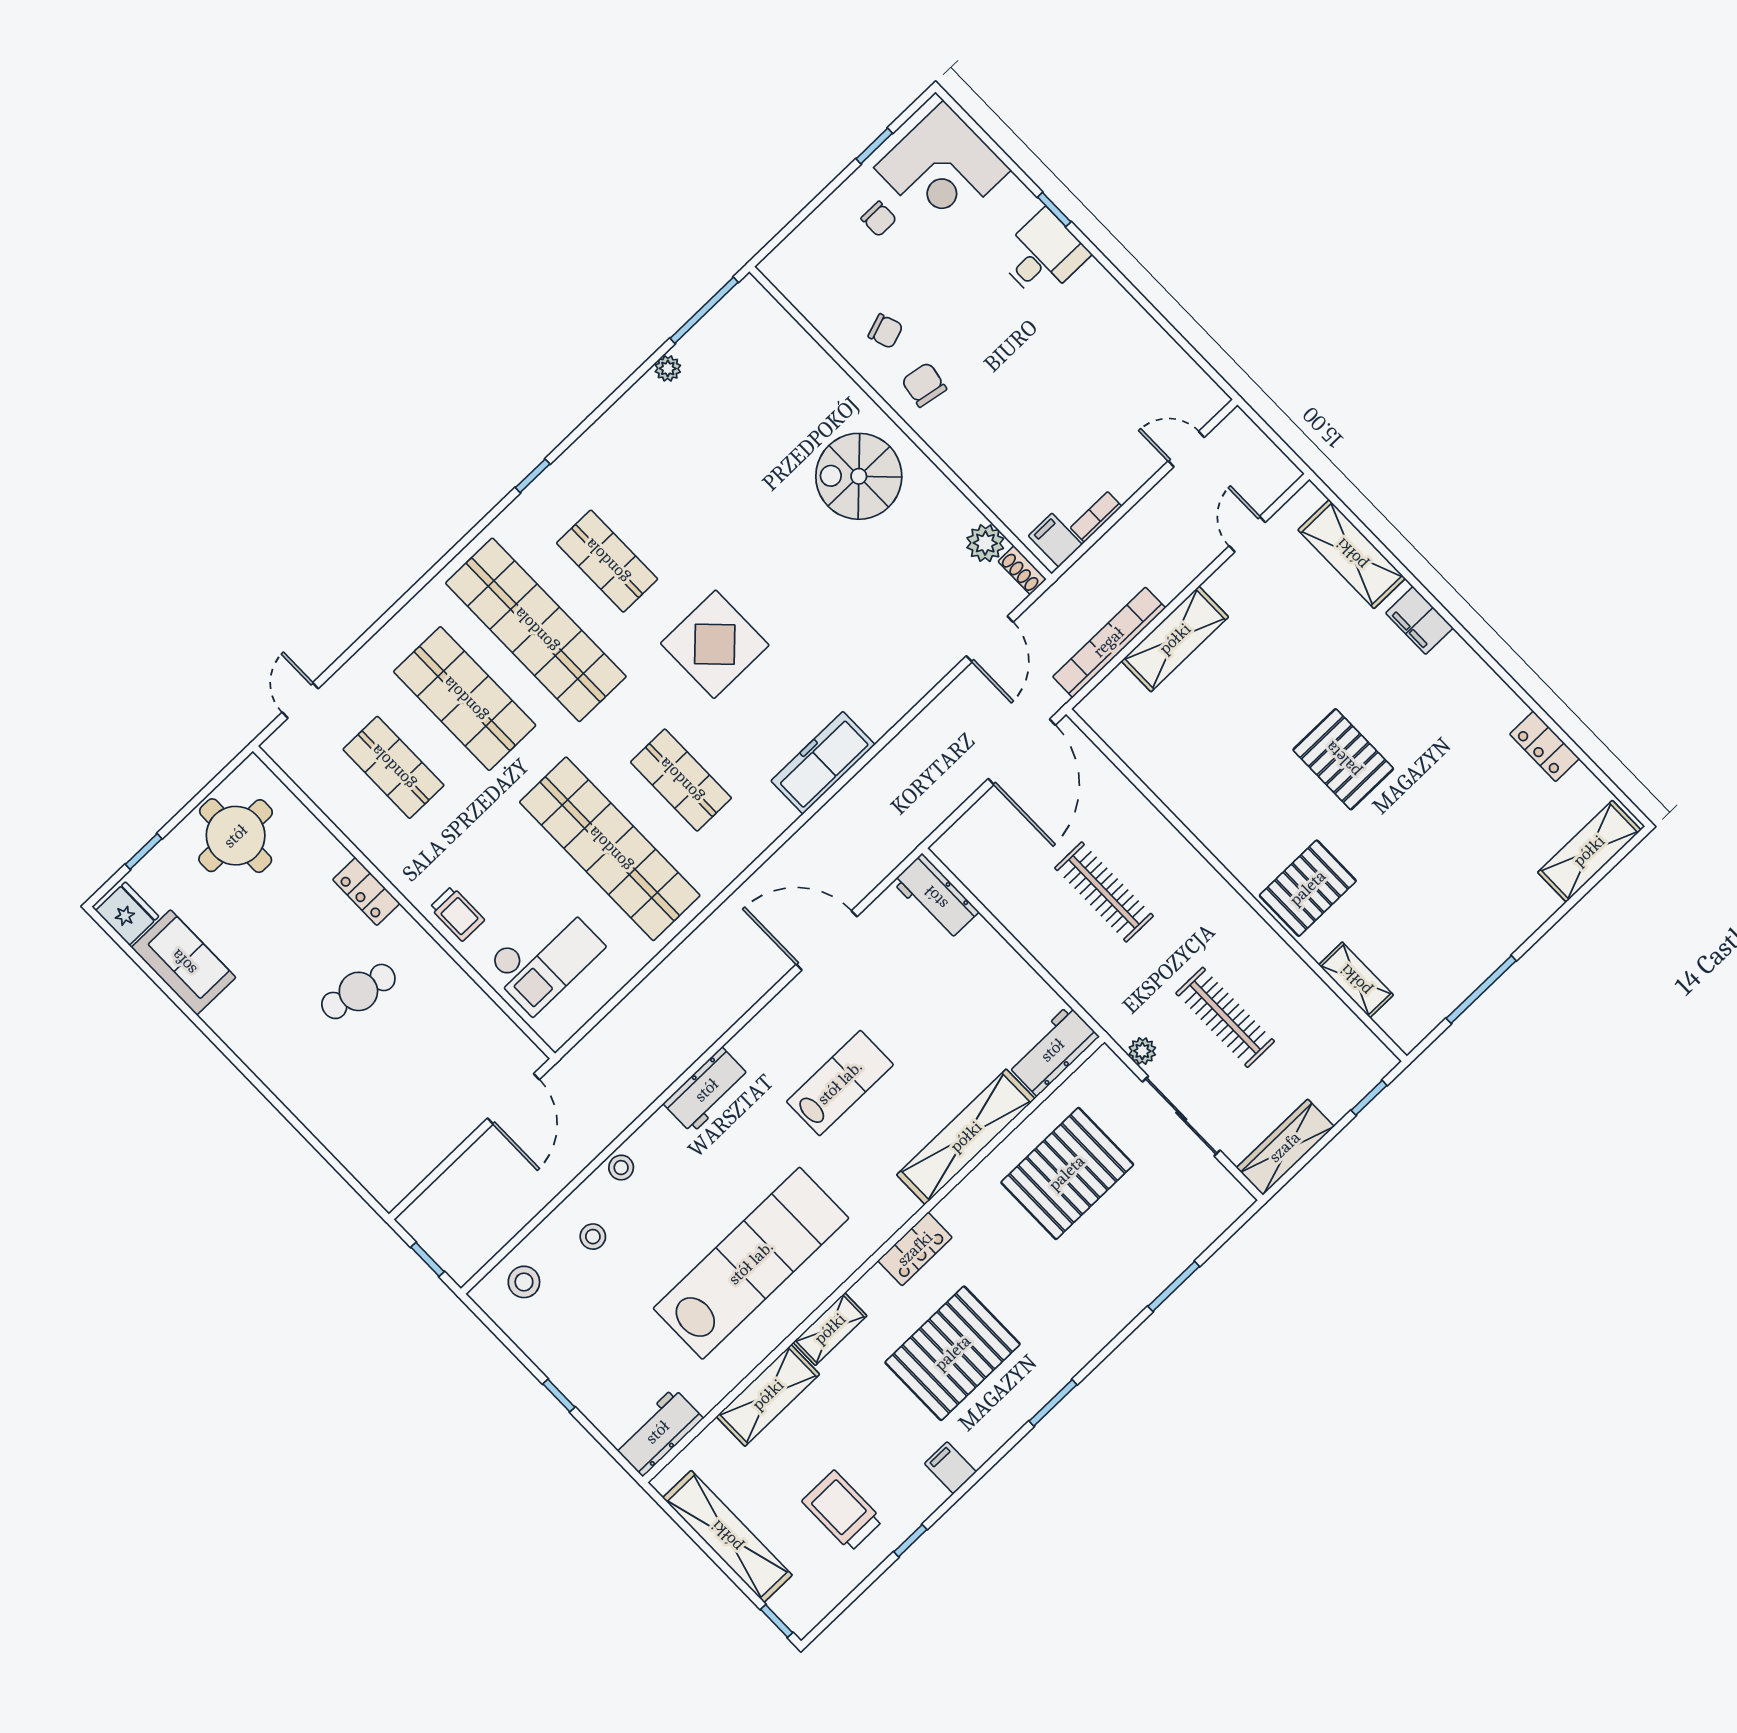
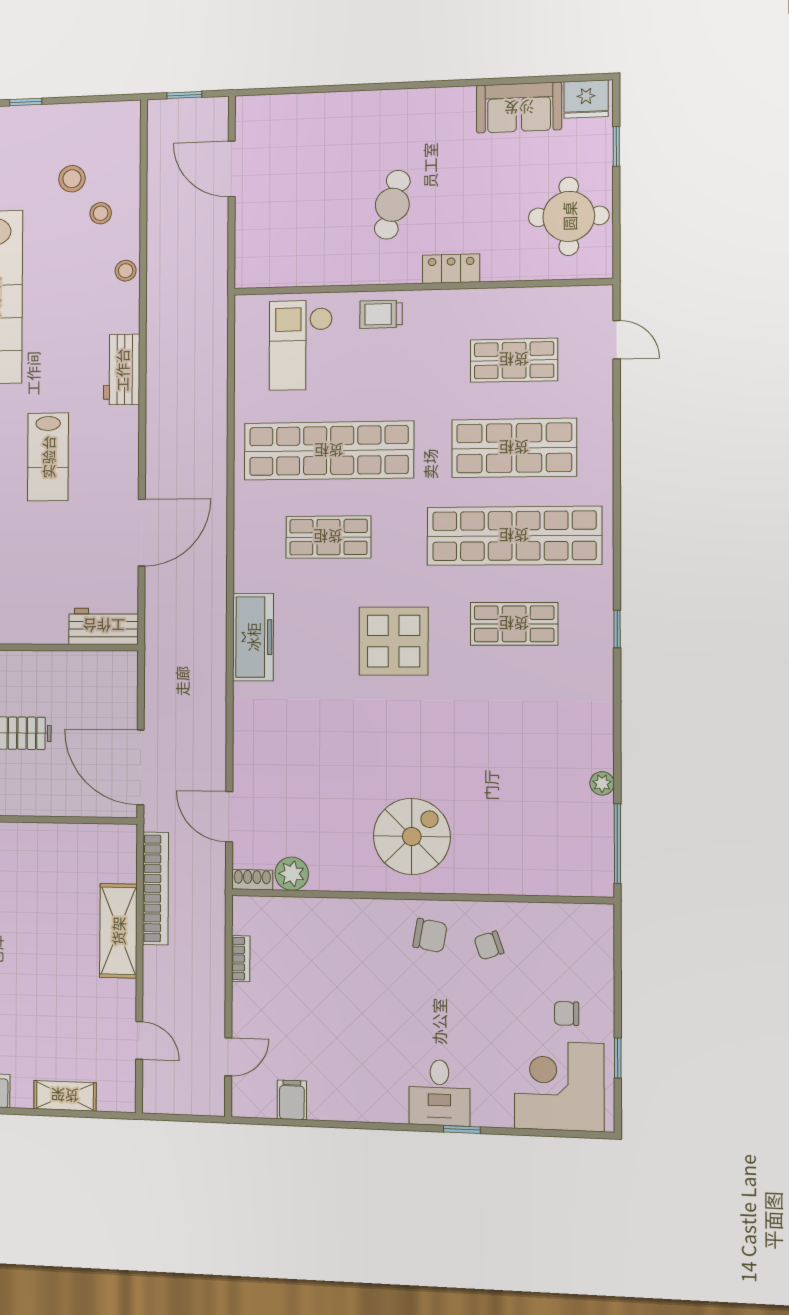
filing cabinet: (1055, 540) -> (292, 1100), moved, turned -90
shelving: (1352, 554) -> (65, 1096), width x0.67, depth x0.75
door: (513, 1099) -> (232, 169), moved
stool: (524, 1282) -> (72, 179), moved

